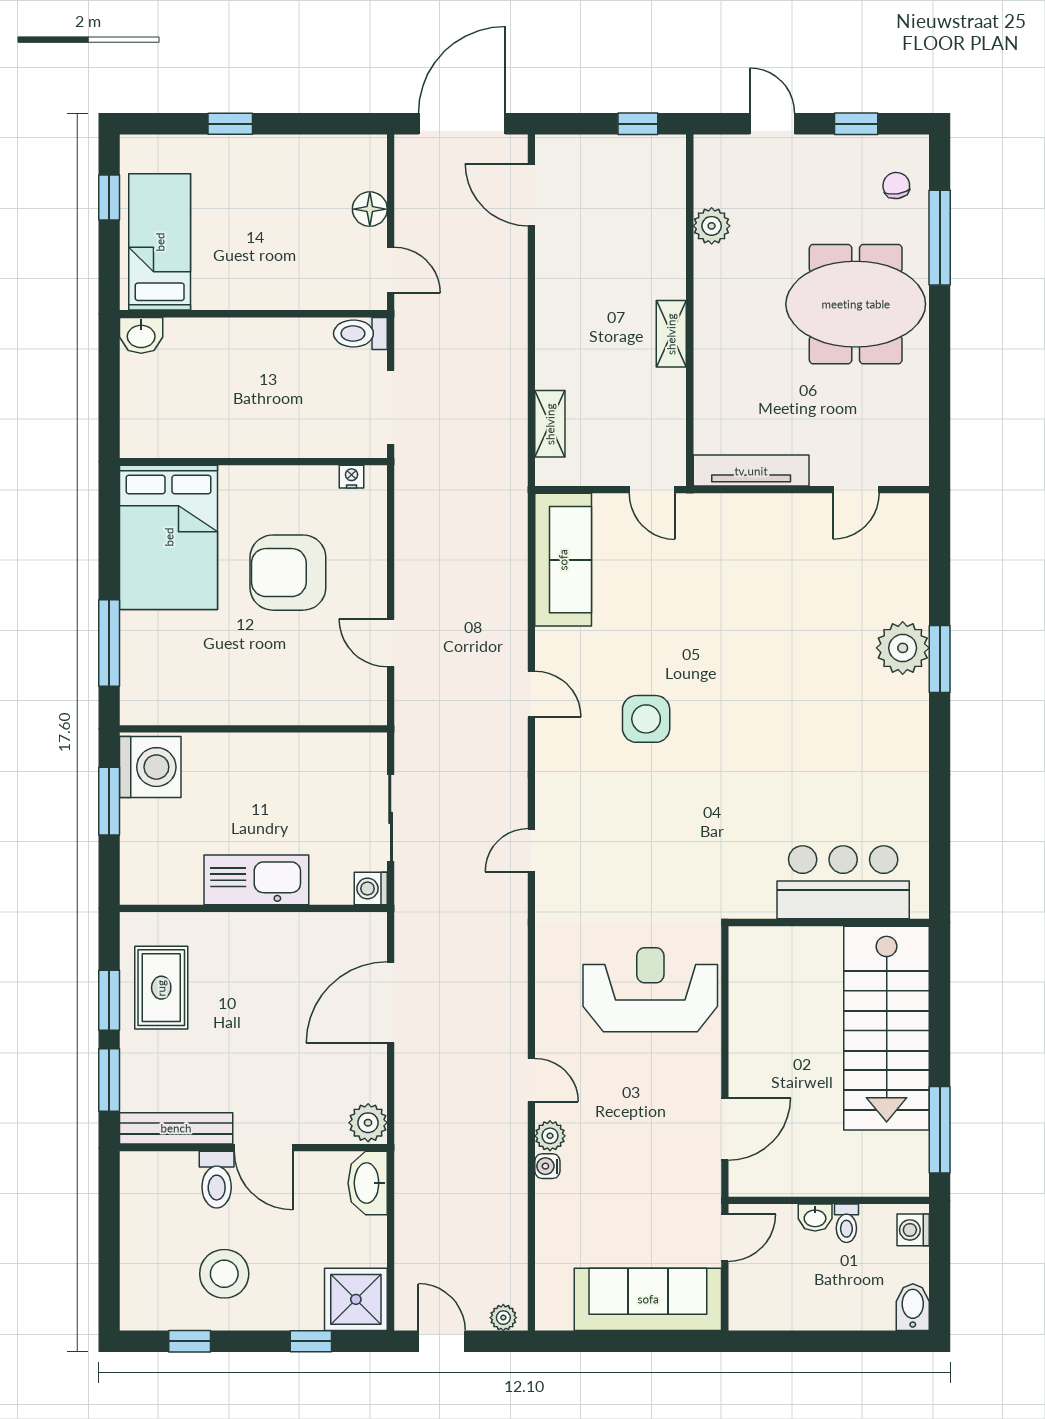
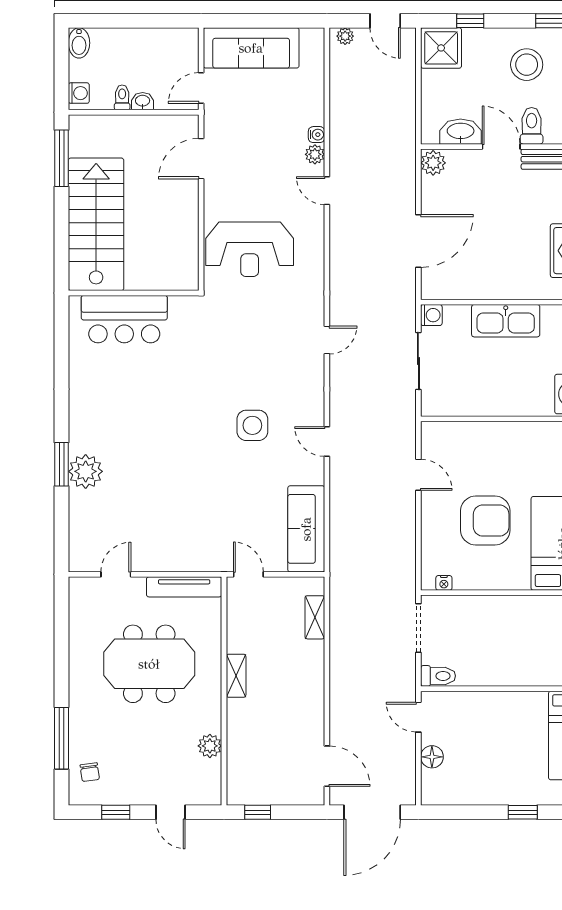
meeting table: (856, 304) -> (149, 664), moved
washbasin: (368, 1183) -> (461, 132), moved, turned -90

